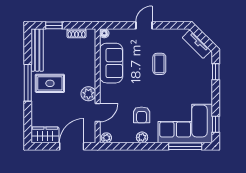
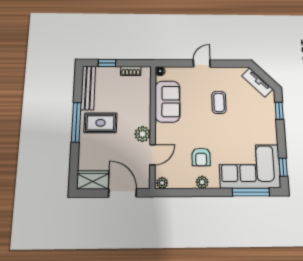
door: (72, 146) -> (123, 193), hinge flipped

